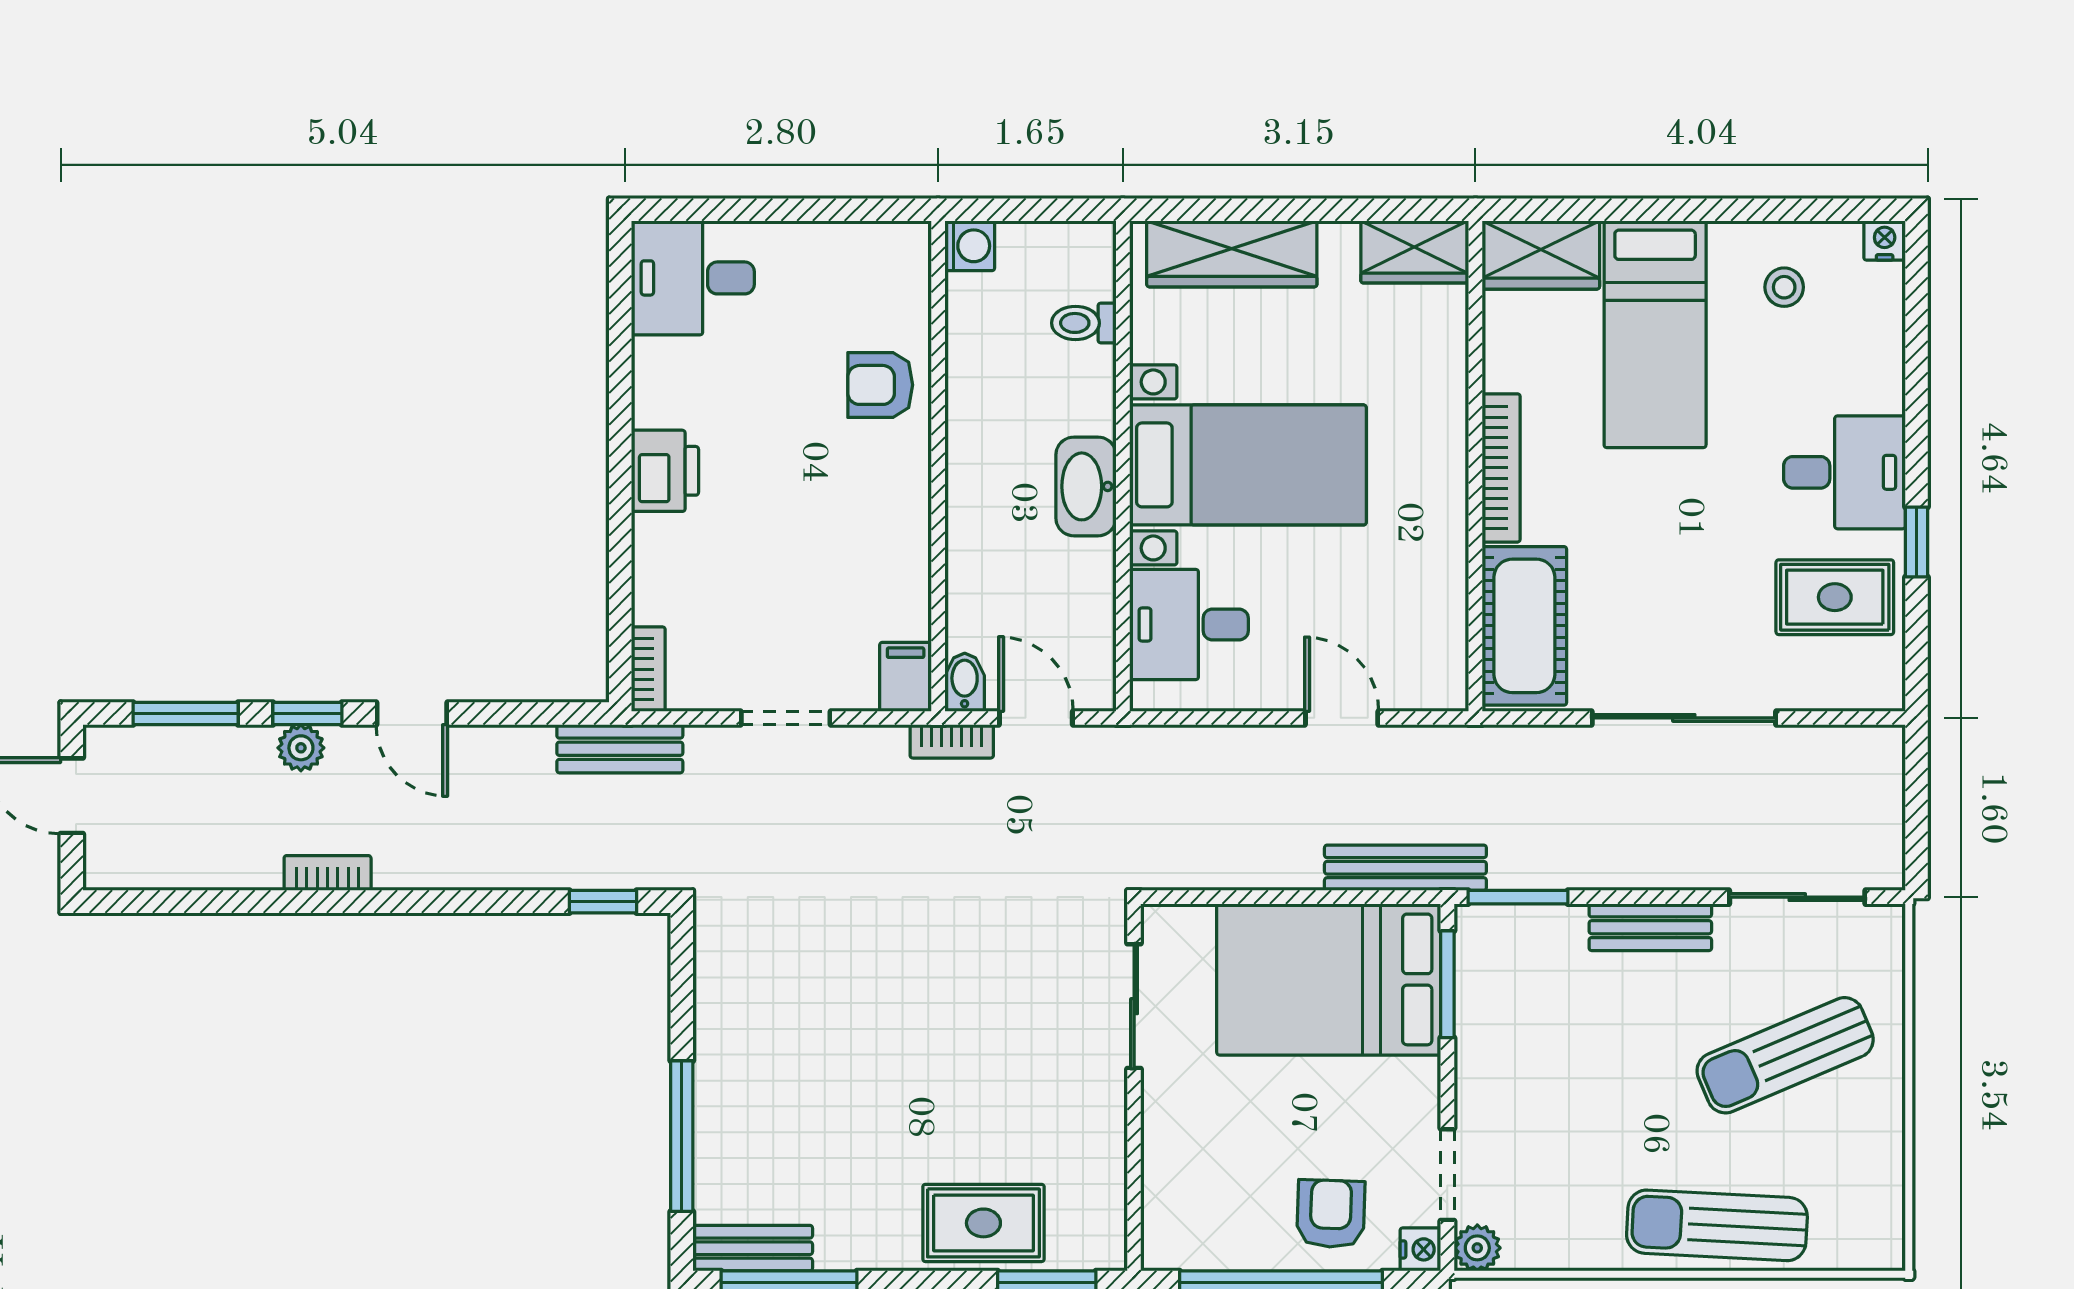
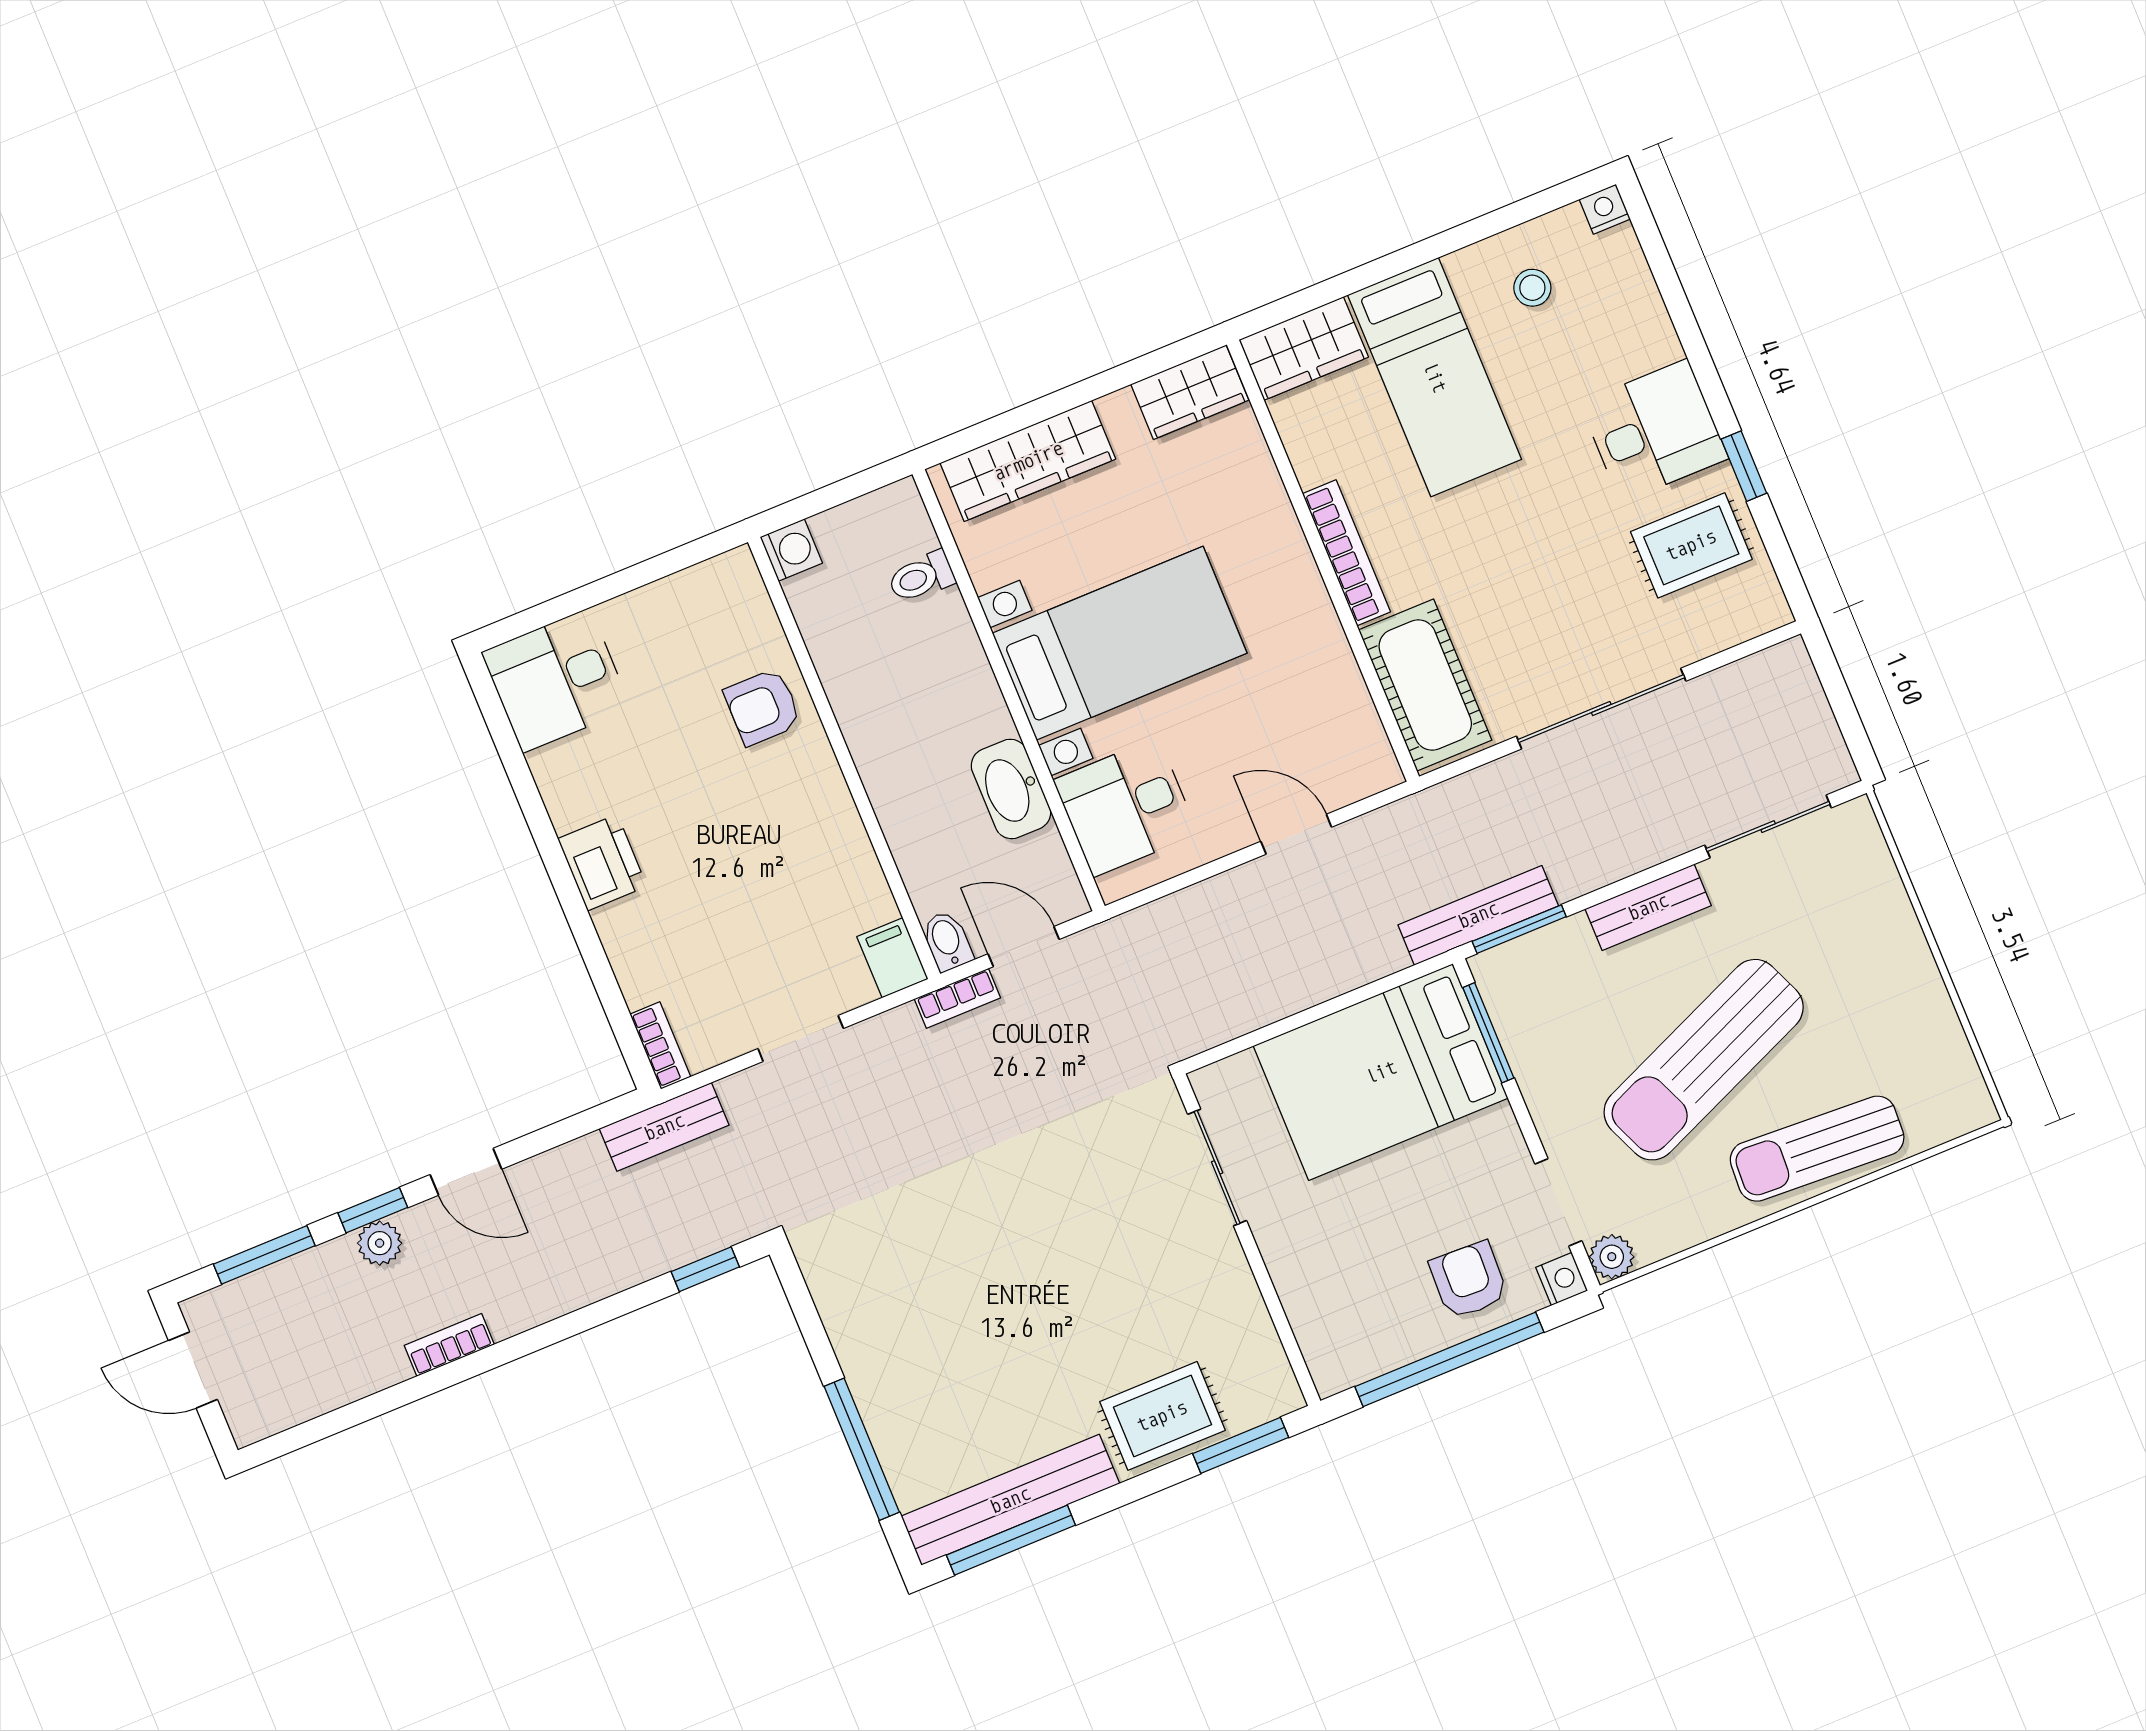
washbasin: (1086, 486) -> (1011, 789), moved
bench: (1405, 868) -> (1478, 915), moved
sun lounger: (1785, 1055) -> (1704, 1060), moved, width x1.36, depth x1.34
bench: (753, 1248) -> (1010, 1500), width x1.86, depth x1.21

